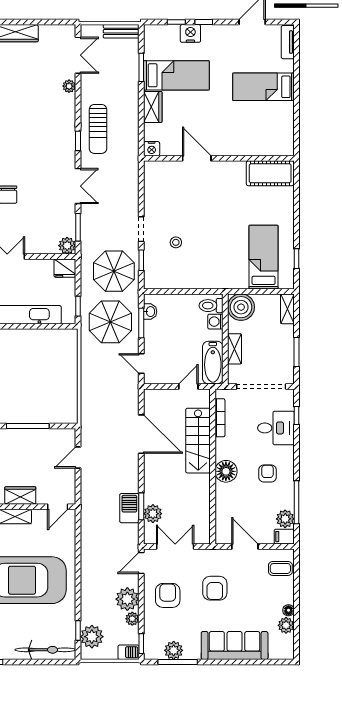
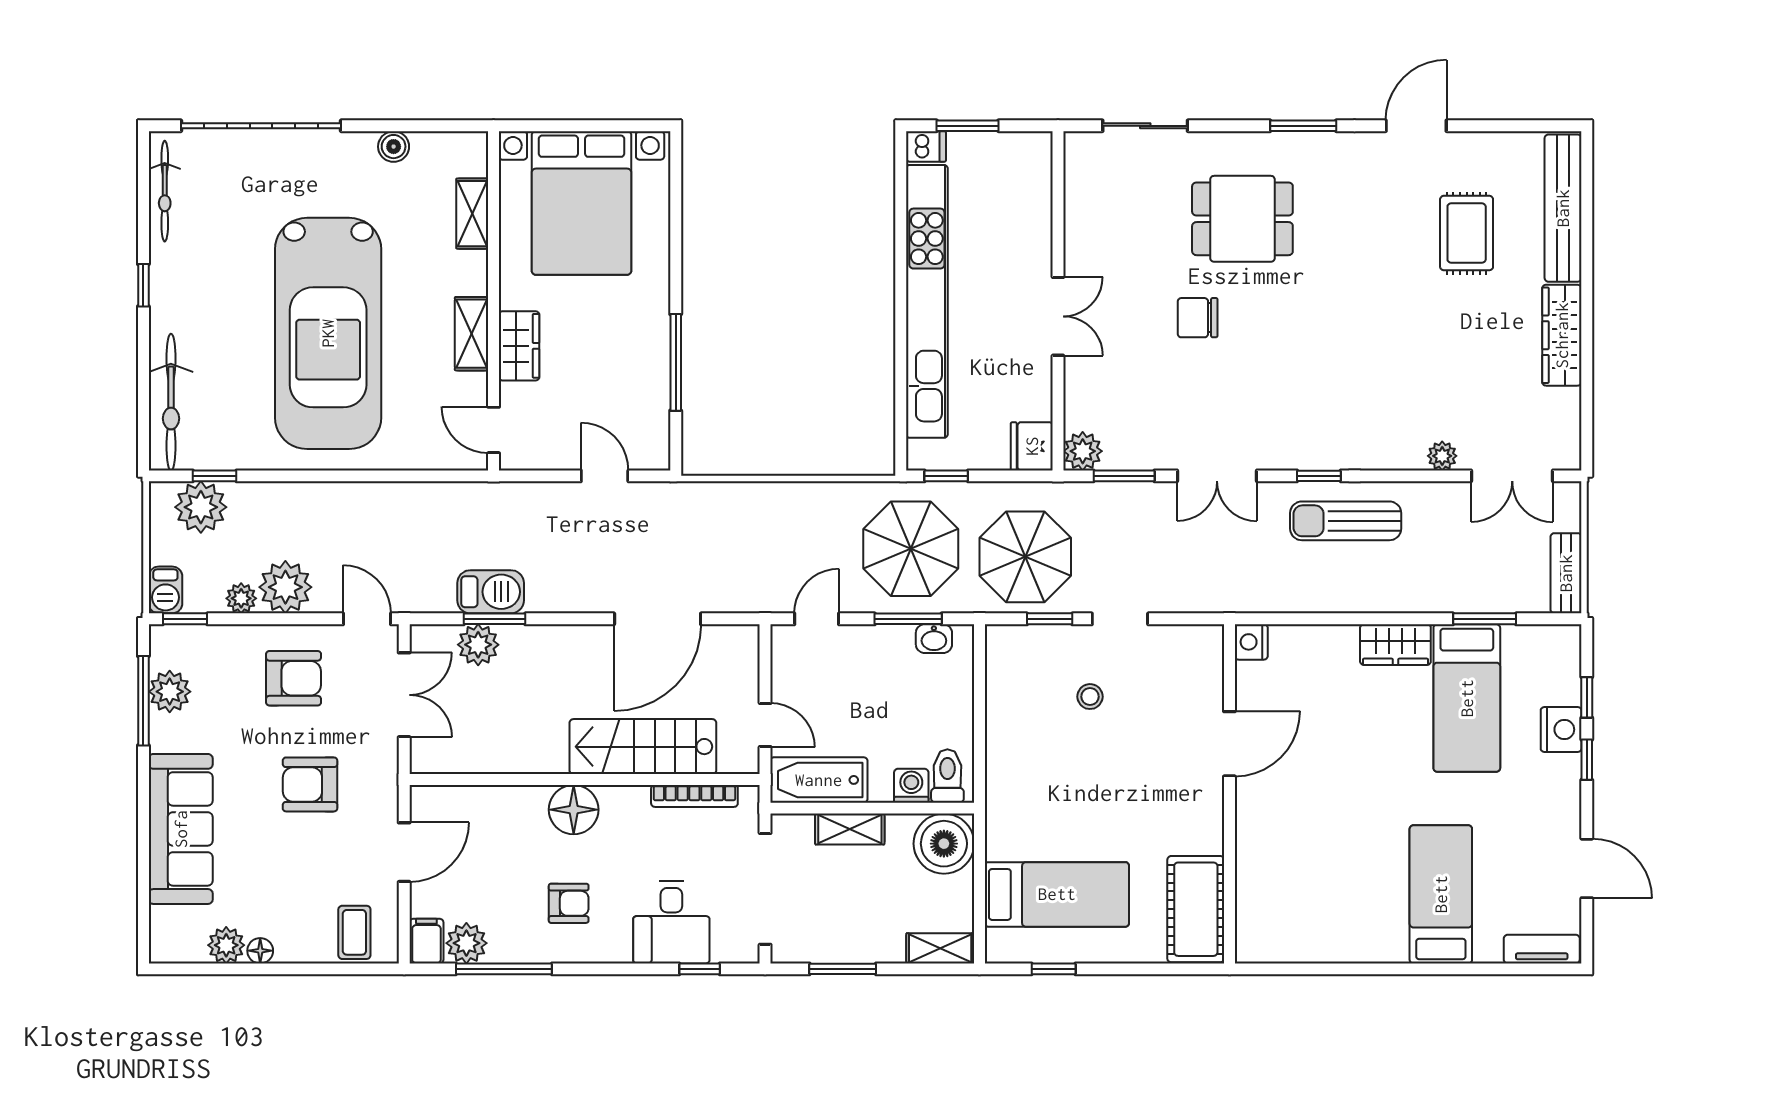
nightstand: (152, 149) -> (1251, 642), moved
door: (197, 158) -> (1229, 744), moved
wall: (219, 158) -> (1229, 794), moved
cot: (270, 173) -> (1196, 909), moved

